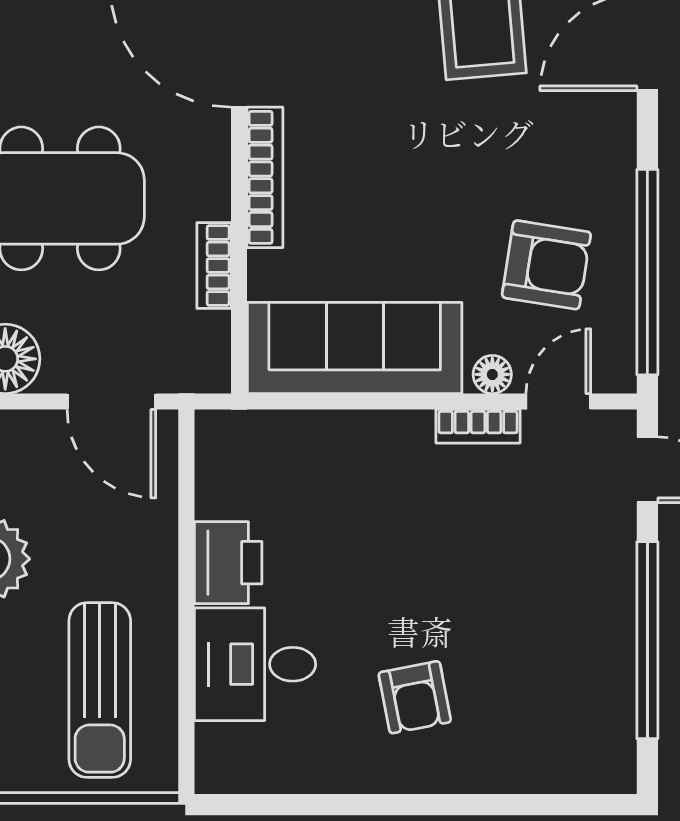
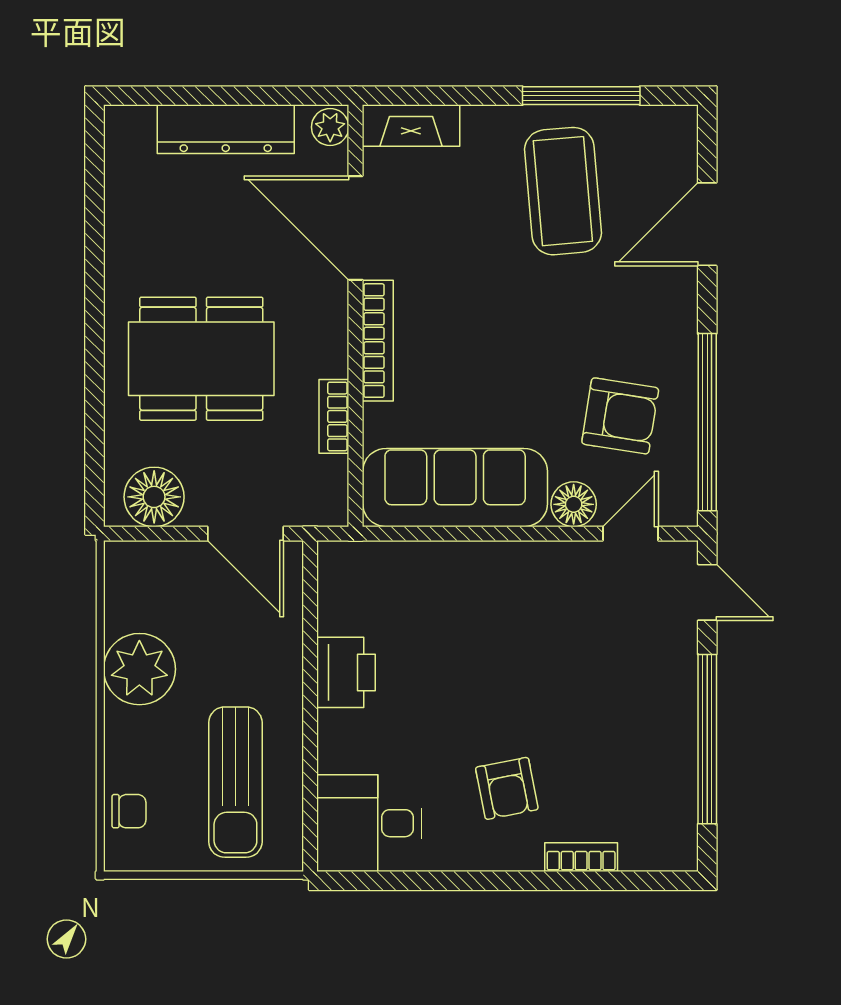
floor lamp: (492, 374) -> (574, 504), width x1.37, depth x1.37
bookcase: (478, 426) -> (581, 857), moved, turned 180
desk: (255, 664) -> (369, 823), moved

